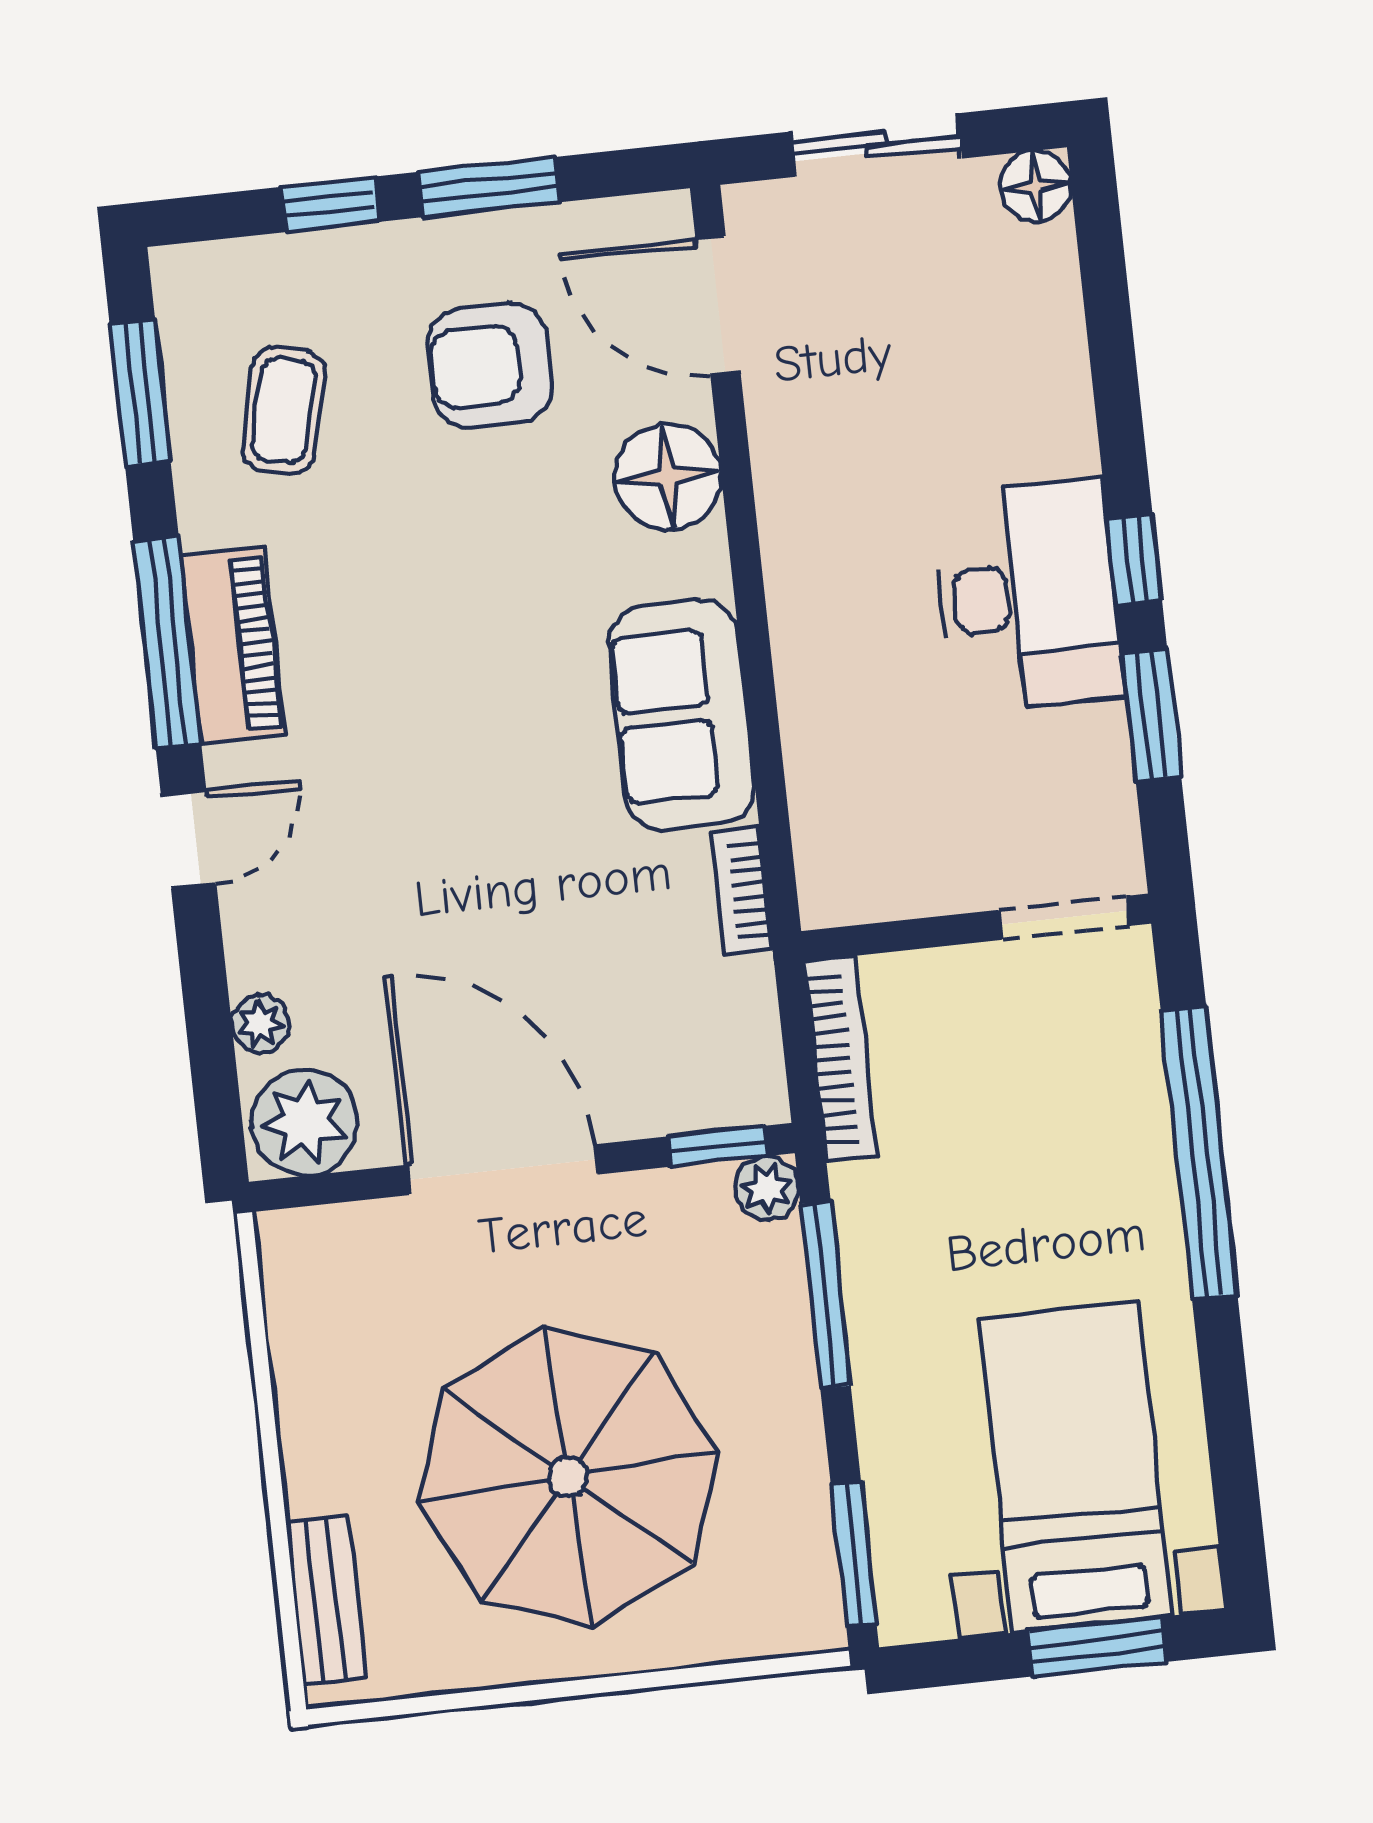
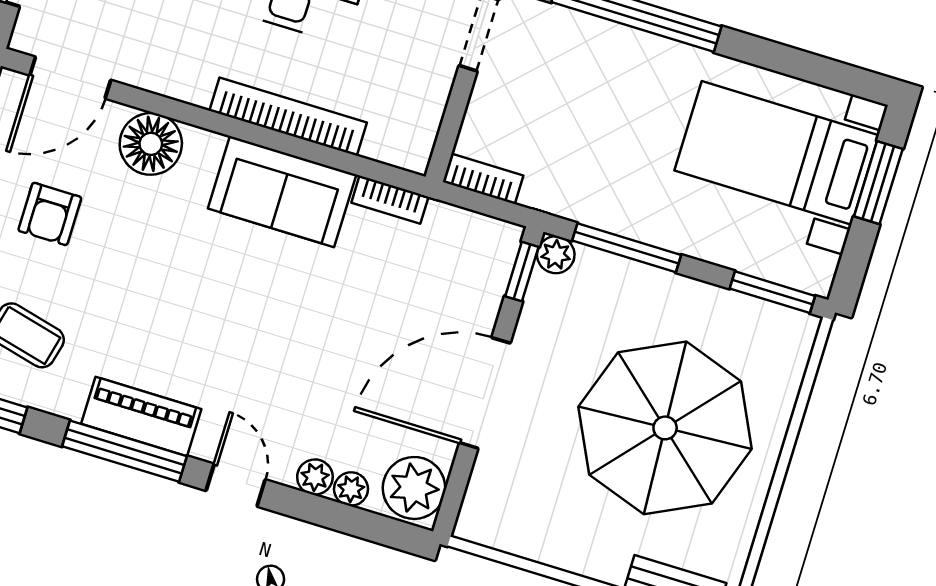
armchair: (490, 365) -> (50, 214), width x0.72, depth x0.72
bookcase: (803, 674) -> (288, 117), added
plant: (255, 959) -> (315, 477), added
bookcase: (841, 1059) -> (483, 179), width x0.64

